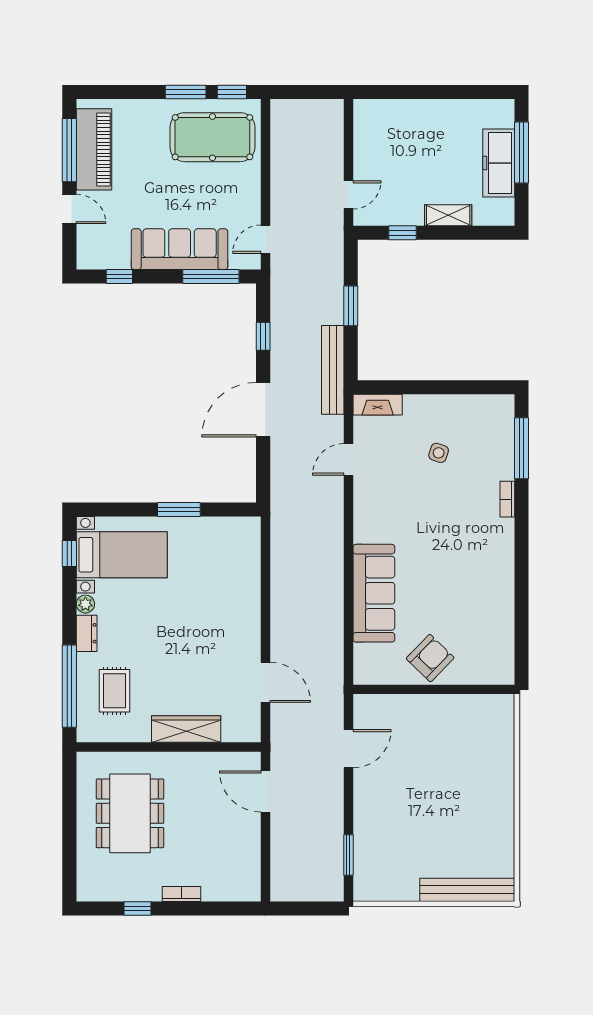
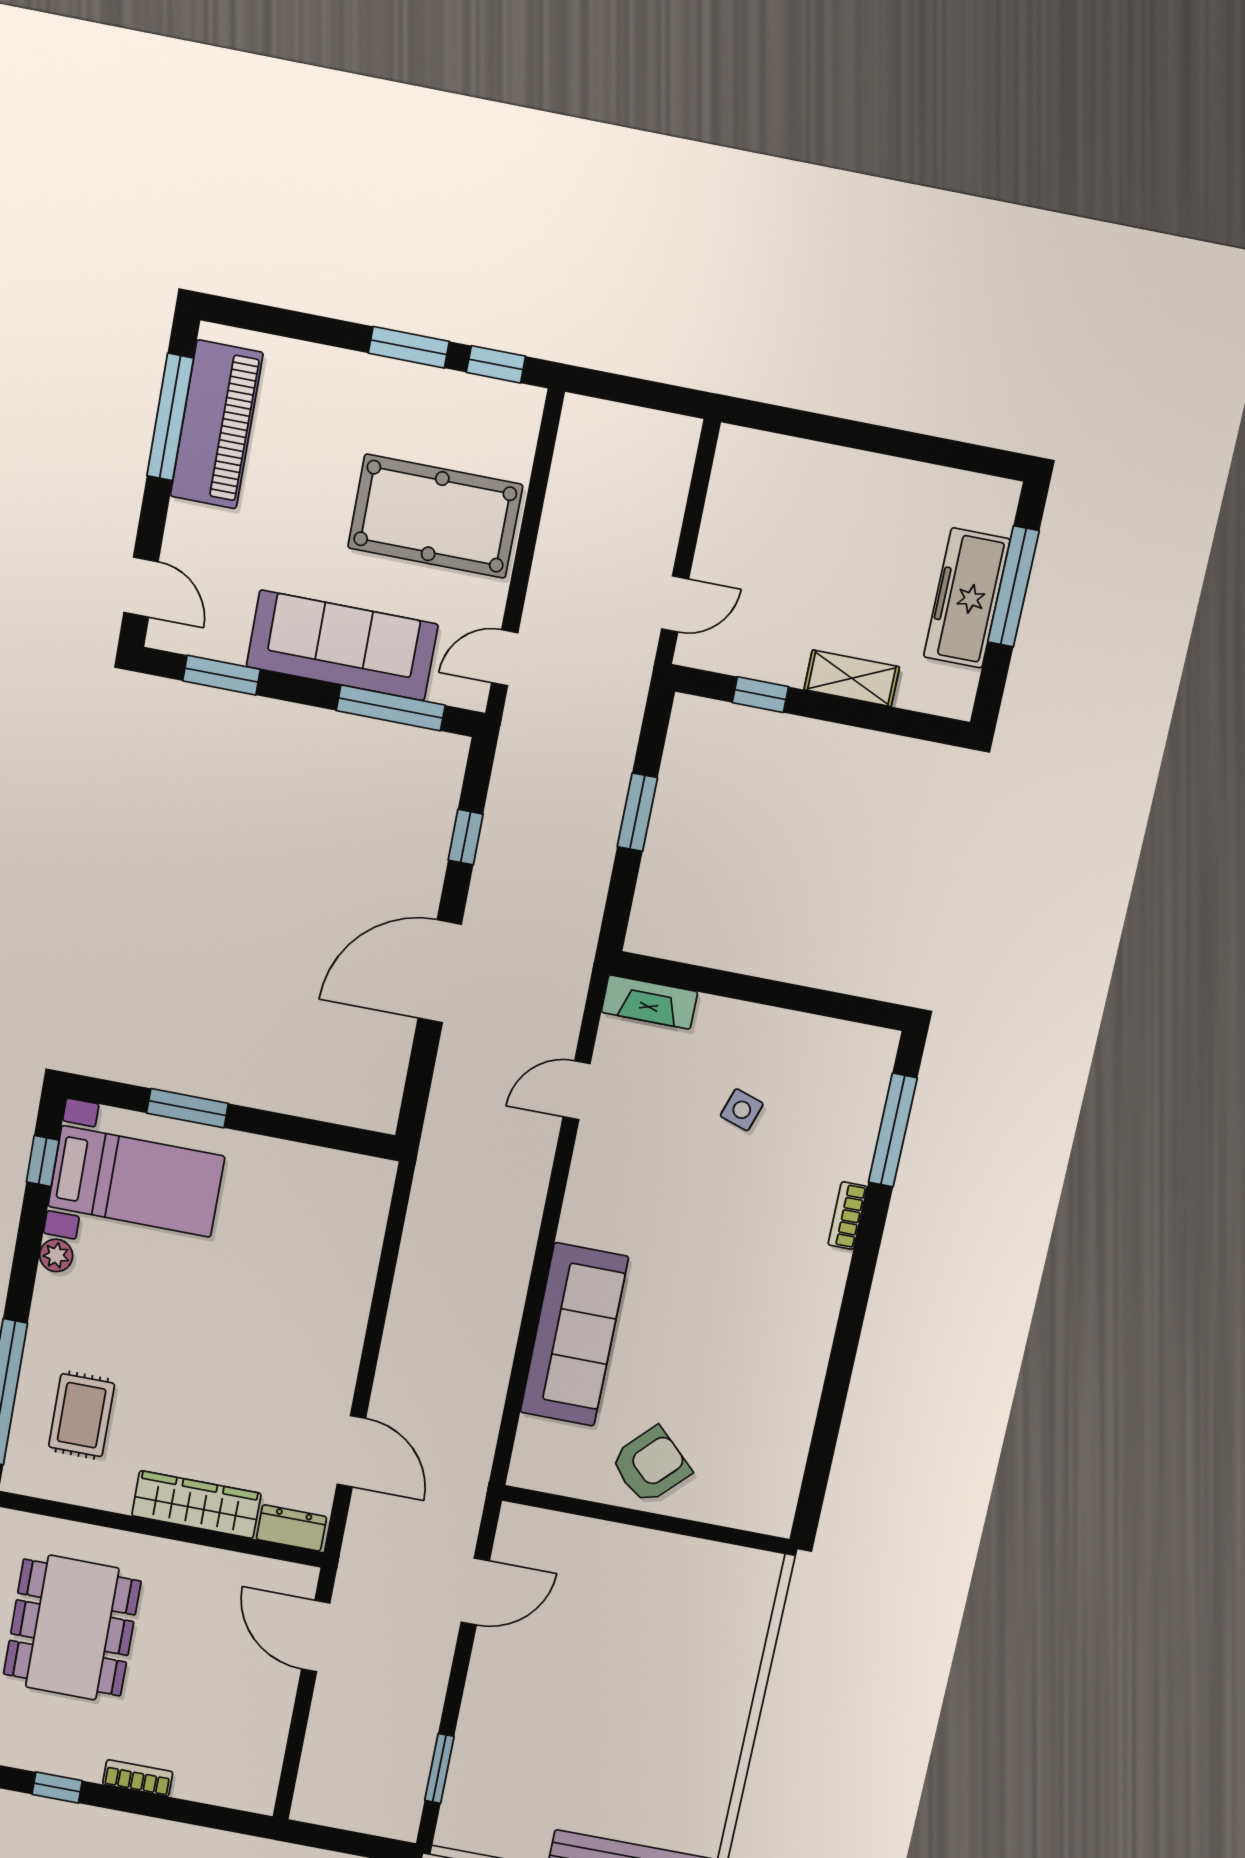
pool table: (212, 137) -> (435, 516), moved
door: (69, 209) -> (141, 587), moved
window: (119, 277) -> (222, 675), width x1.50
bench: (333, 370) -> (581, 923), removed
window: (179, 509) -> (187, 1108), moved
dresser: (87, 633) -> (291, 1528), moved, turned -90

